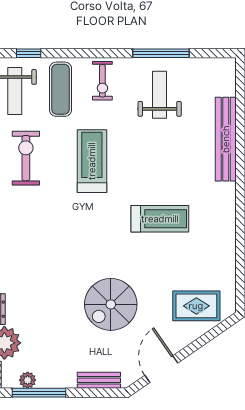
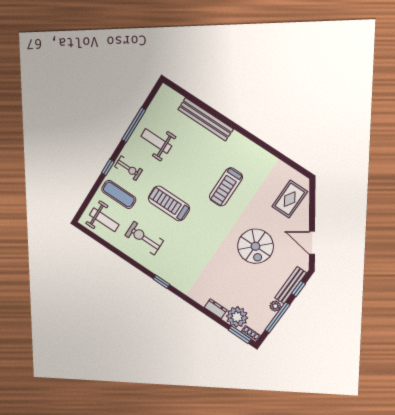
window: (29, 53) -> (108, 167), moved
treadmill: (160, 219) -> (226, 187), turned 180
plant: (28, 380) -> (275, 306), moved
bench: (99, 380) -> (291, 285), width x1.36
window: (93, 393) -> (298, 289), added

